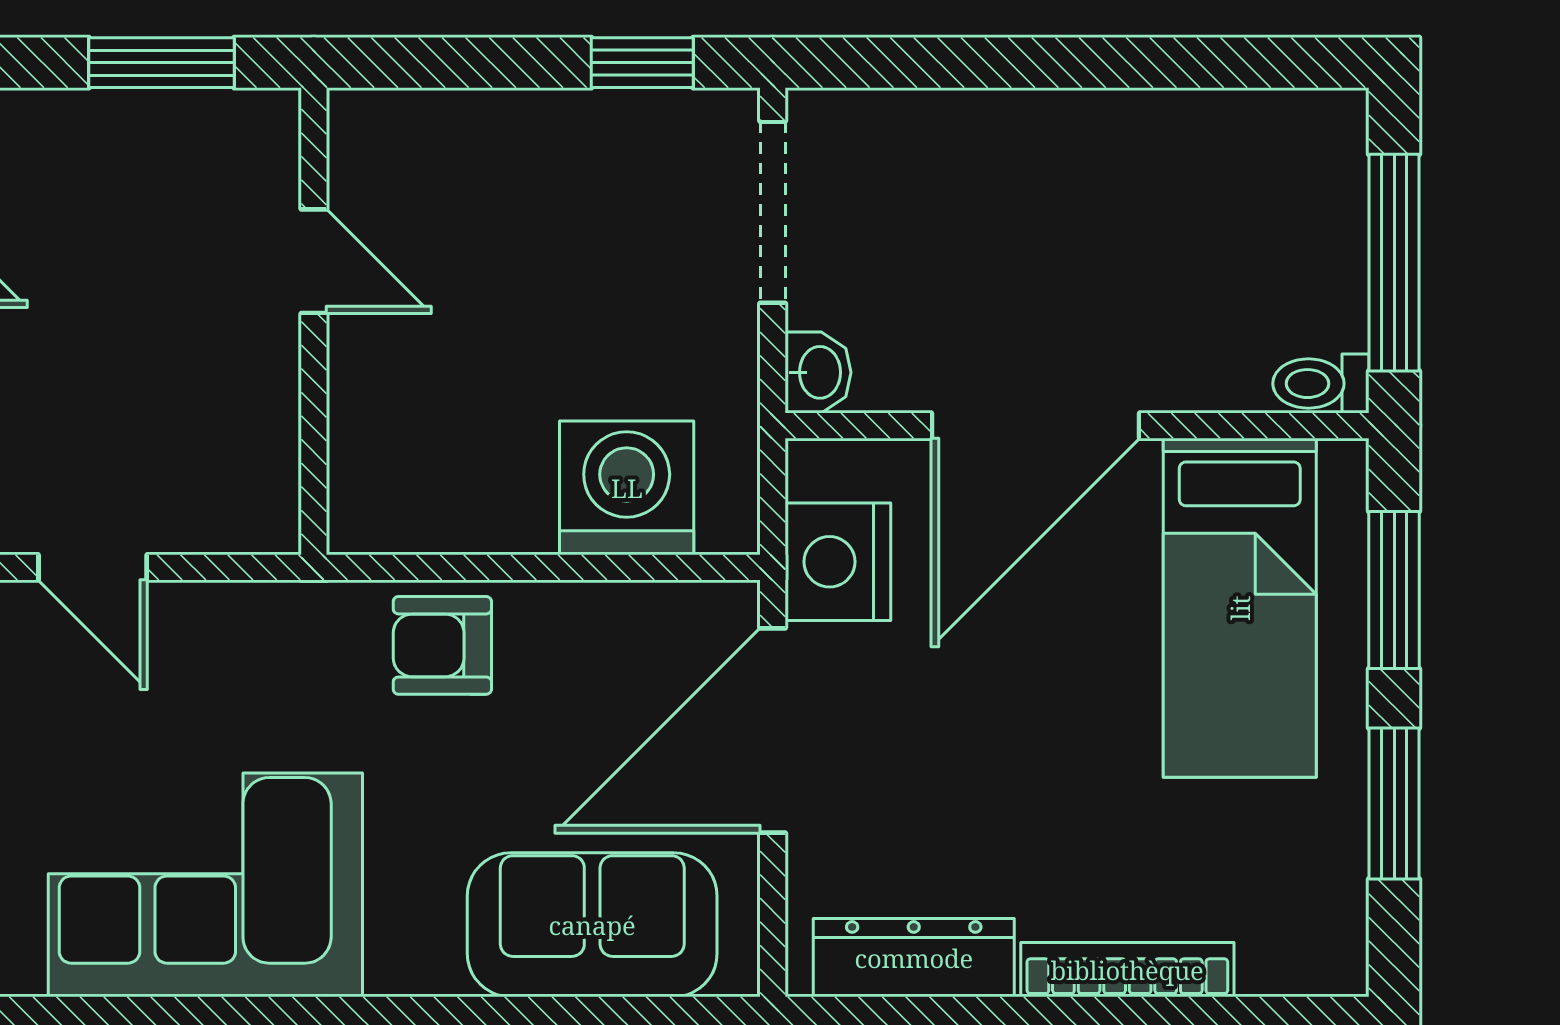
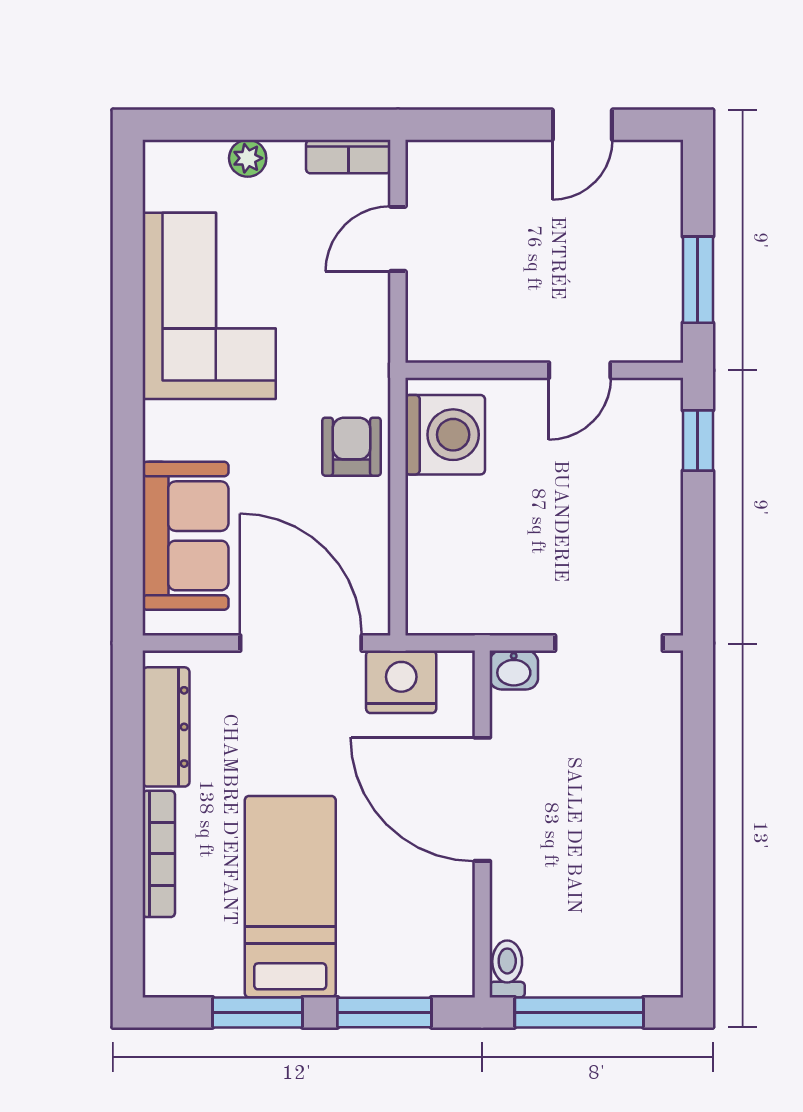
window: (642, 63) -> (698, 441), moved
washing machine: (627, 488) -> (445, 435), moved
bed: (1240, 608) -> (290, 897), moved, turned 90

